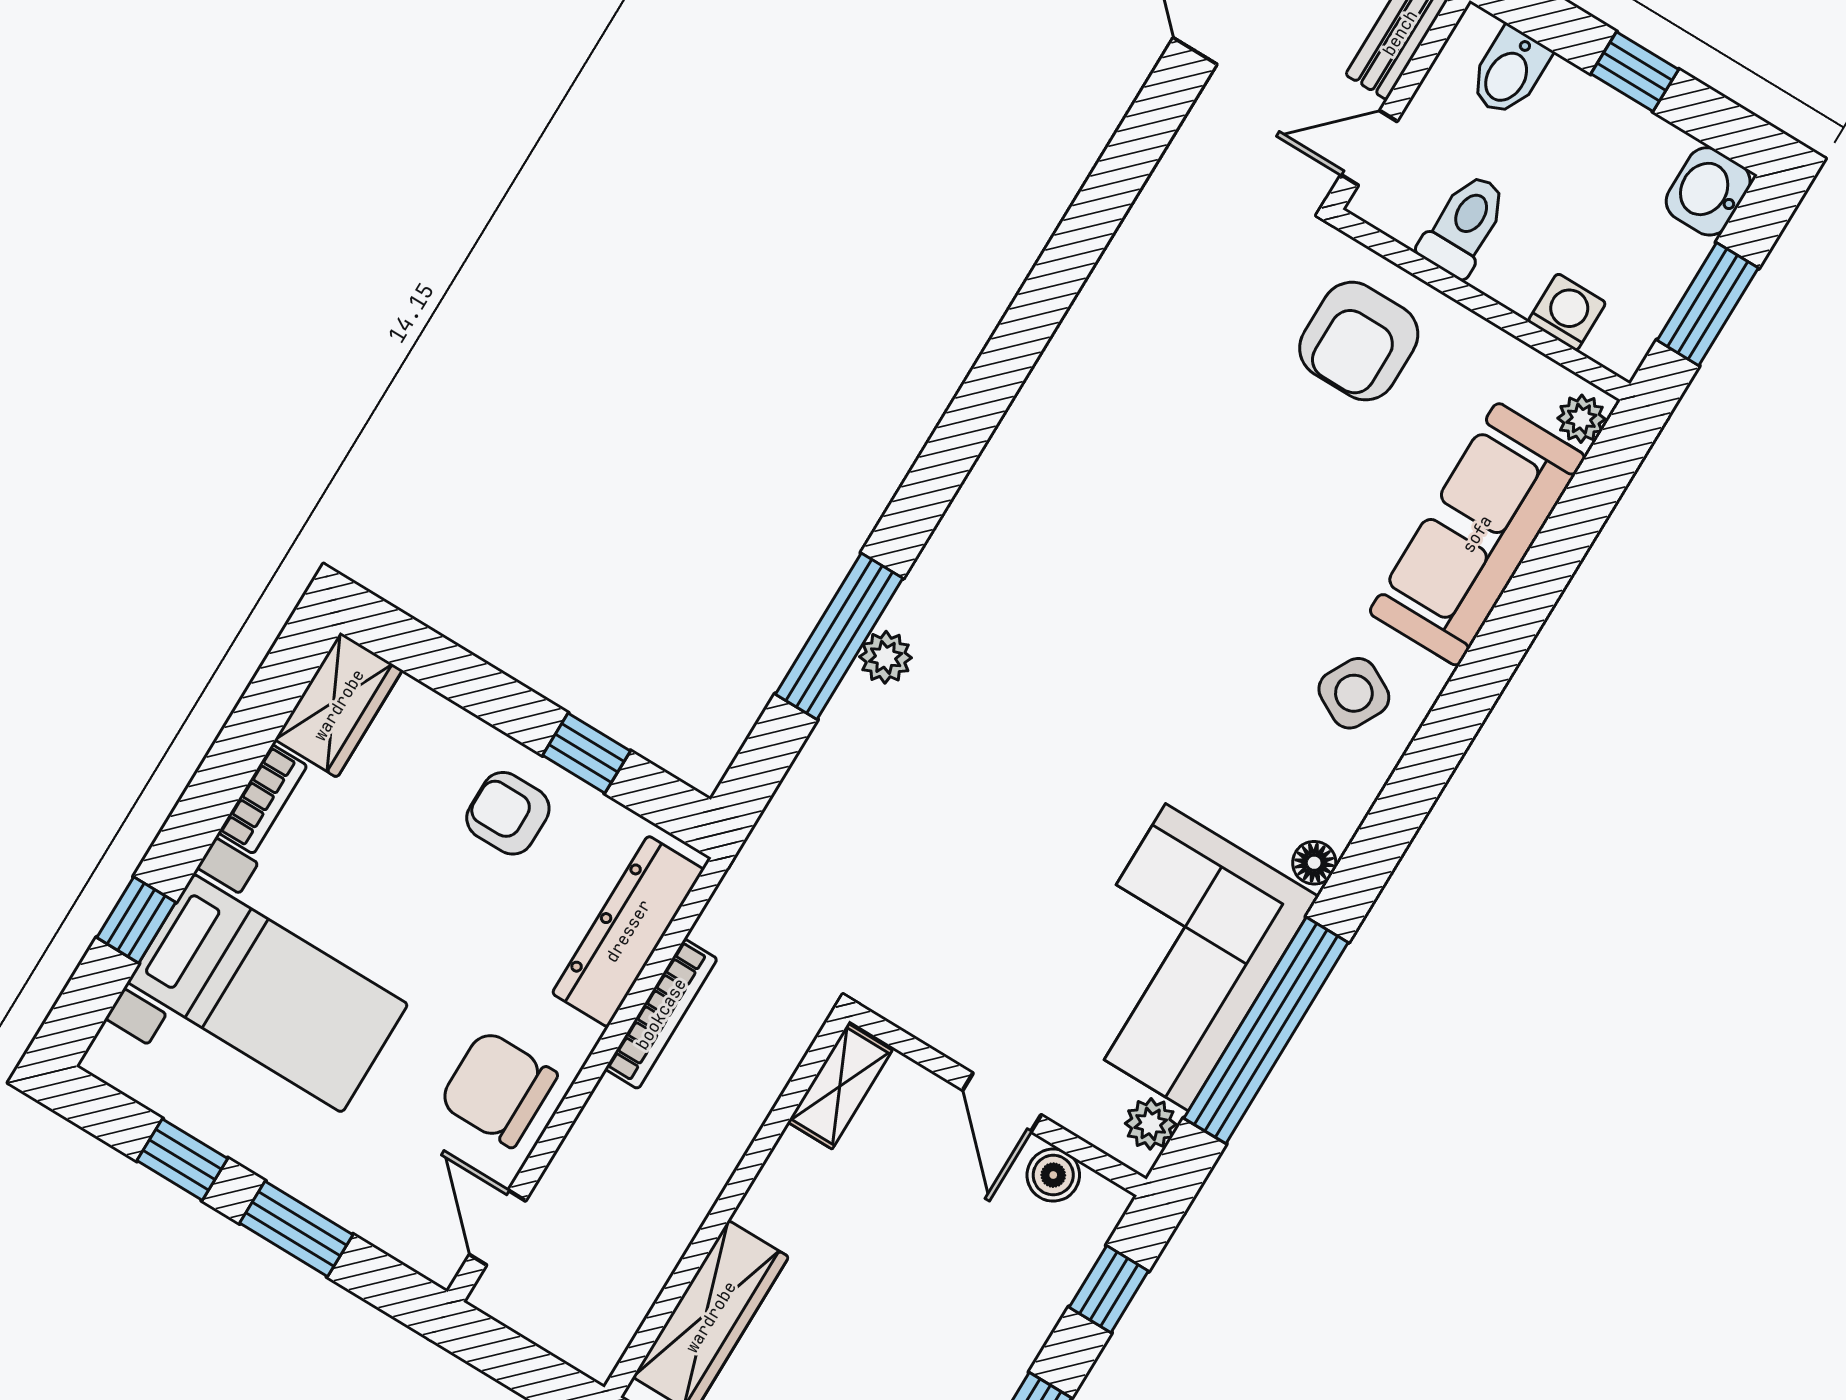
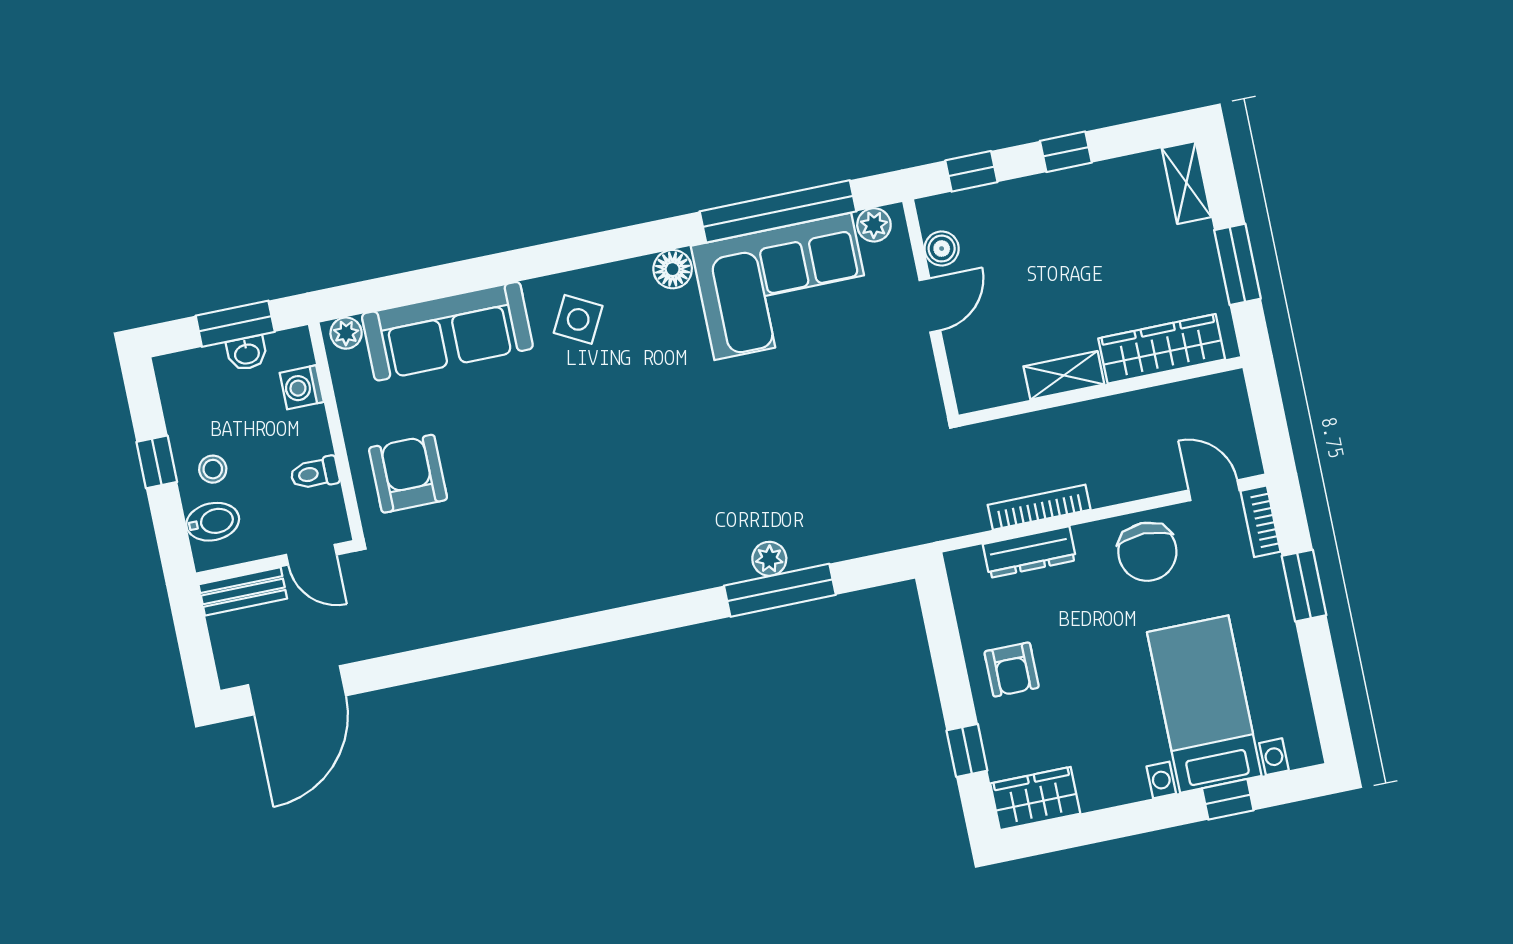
stool: (1568, 127) -> (213, 469), added
washbasin: (1708, 191) -> (247, 353), moved, width x0.72, depth x0.69
toilet: (1464, 225) -> (315, 473), width x0.73, depth x0.72
armchair: (1359, 341) -> (408, 474), turned -90
window: (586, 753) -> (967, 750), moved
bookcase: (263, 799) -> (1260, 521), moved, turned -90
floor lamp: (1314, 863) -> (673, 269), width x1.37, depth x1.37
dresser: (628, 931) -> (1030, 552), width x0.73, depth x0.80
shelving: (840, 1086) -> (1064, 375), moved
window: (182, 1160) -> (1322, 671), removed
door: (497, 1228) -> (1214, 490), swing flipped

